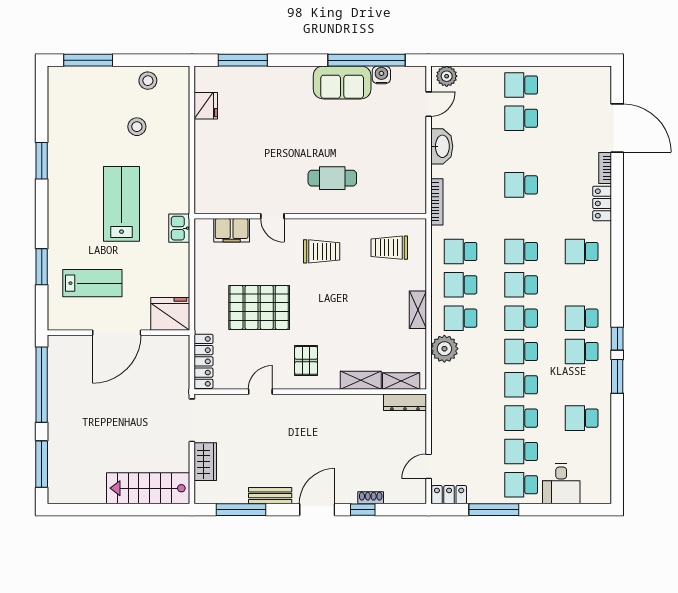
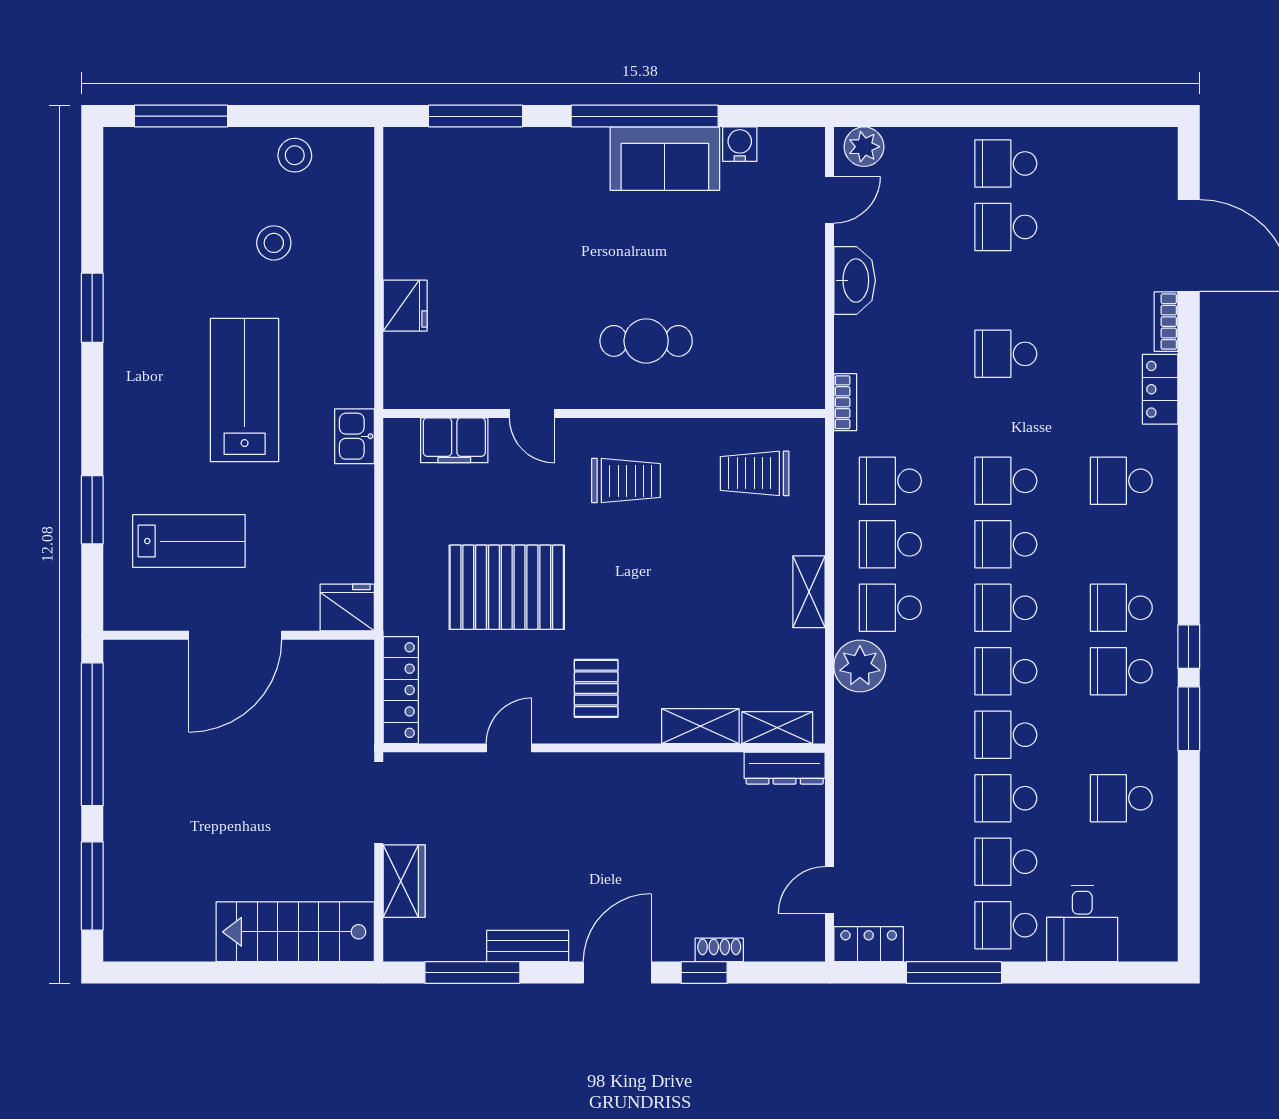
window: (367, 60) -> (645, 116), moved
fridge: (206, 106) -> (405, 306), moved
bookcase: (437, 202) -> (845, 402), width x0.64
fridge: (170, 314) -> (347, 607), width x0.73, depth x0.75

